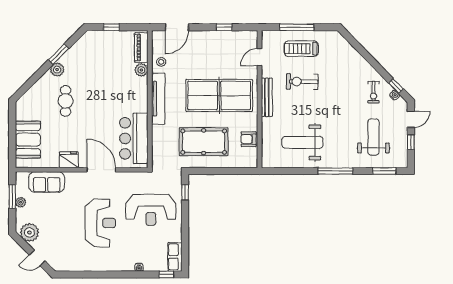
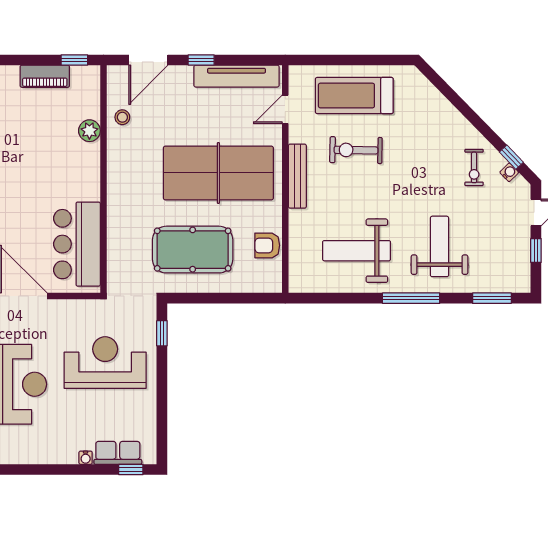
window: (111, 27) -> (74, 60), moved
window: (224, 27) -> (201, 60), moved
window: (297, 27) -> (347, 60), removed
piano: (141, 47) -> (45, 76), moved, turned -90
treadmill: (301, 49) -> (354, 96), width x1.37, depth x1.38
tv unit: (158, 99) -> (237, 76), moved, turned 90
weight bench: (373, 137) -> (440, 246), moved
reception desk: (151, 210) -> (105, 363), turned 180
row of seats: (175, 257) -> (118, 453), moved, turned 90

